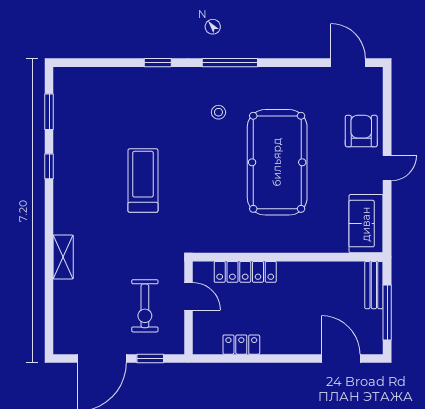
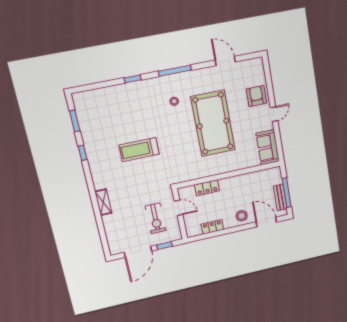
door: (348, 63) -> (225, 61), moved
treadmill: (143, 181) -> (139, 150), turned -90
locker: (245, 272) -> (207, 188), width x0.66
bench: (374, 285) -> (280, 197), moved
stool: (298, 337) -> (242, 216), added

